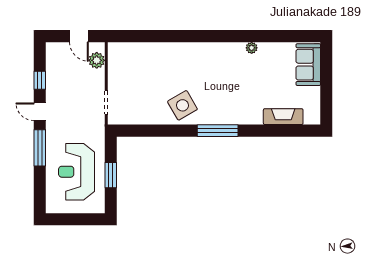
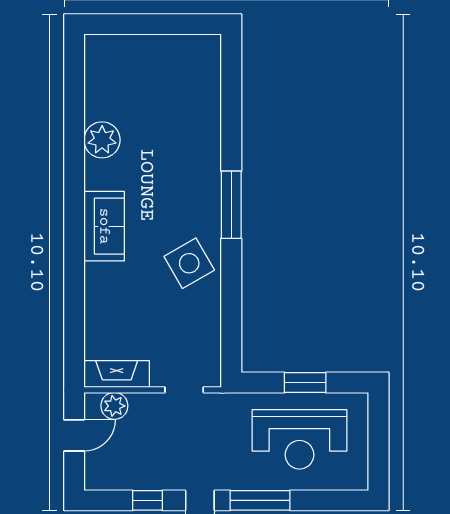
plant: (252, 48) -> (102, 140), width x1.88, depth x1.88
sofa: (308, 65) -> (104, 226), moved, turned -90
fireplace: (283, 117) -> (117, 374), moved, turned 90

